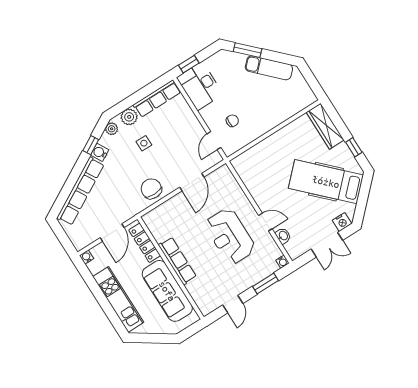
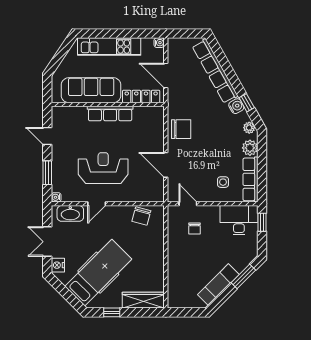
side table: (144, 143) -> (223, 182), moved
chair: (251, 175) -> (141, 216), added
washbasin: (283, 236) -> (70, 213), width x1.91, depth x1.45

